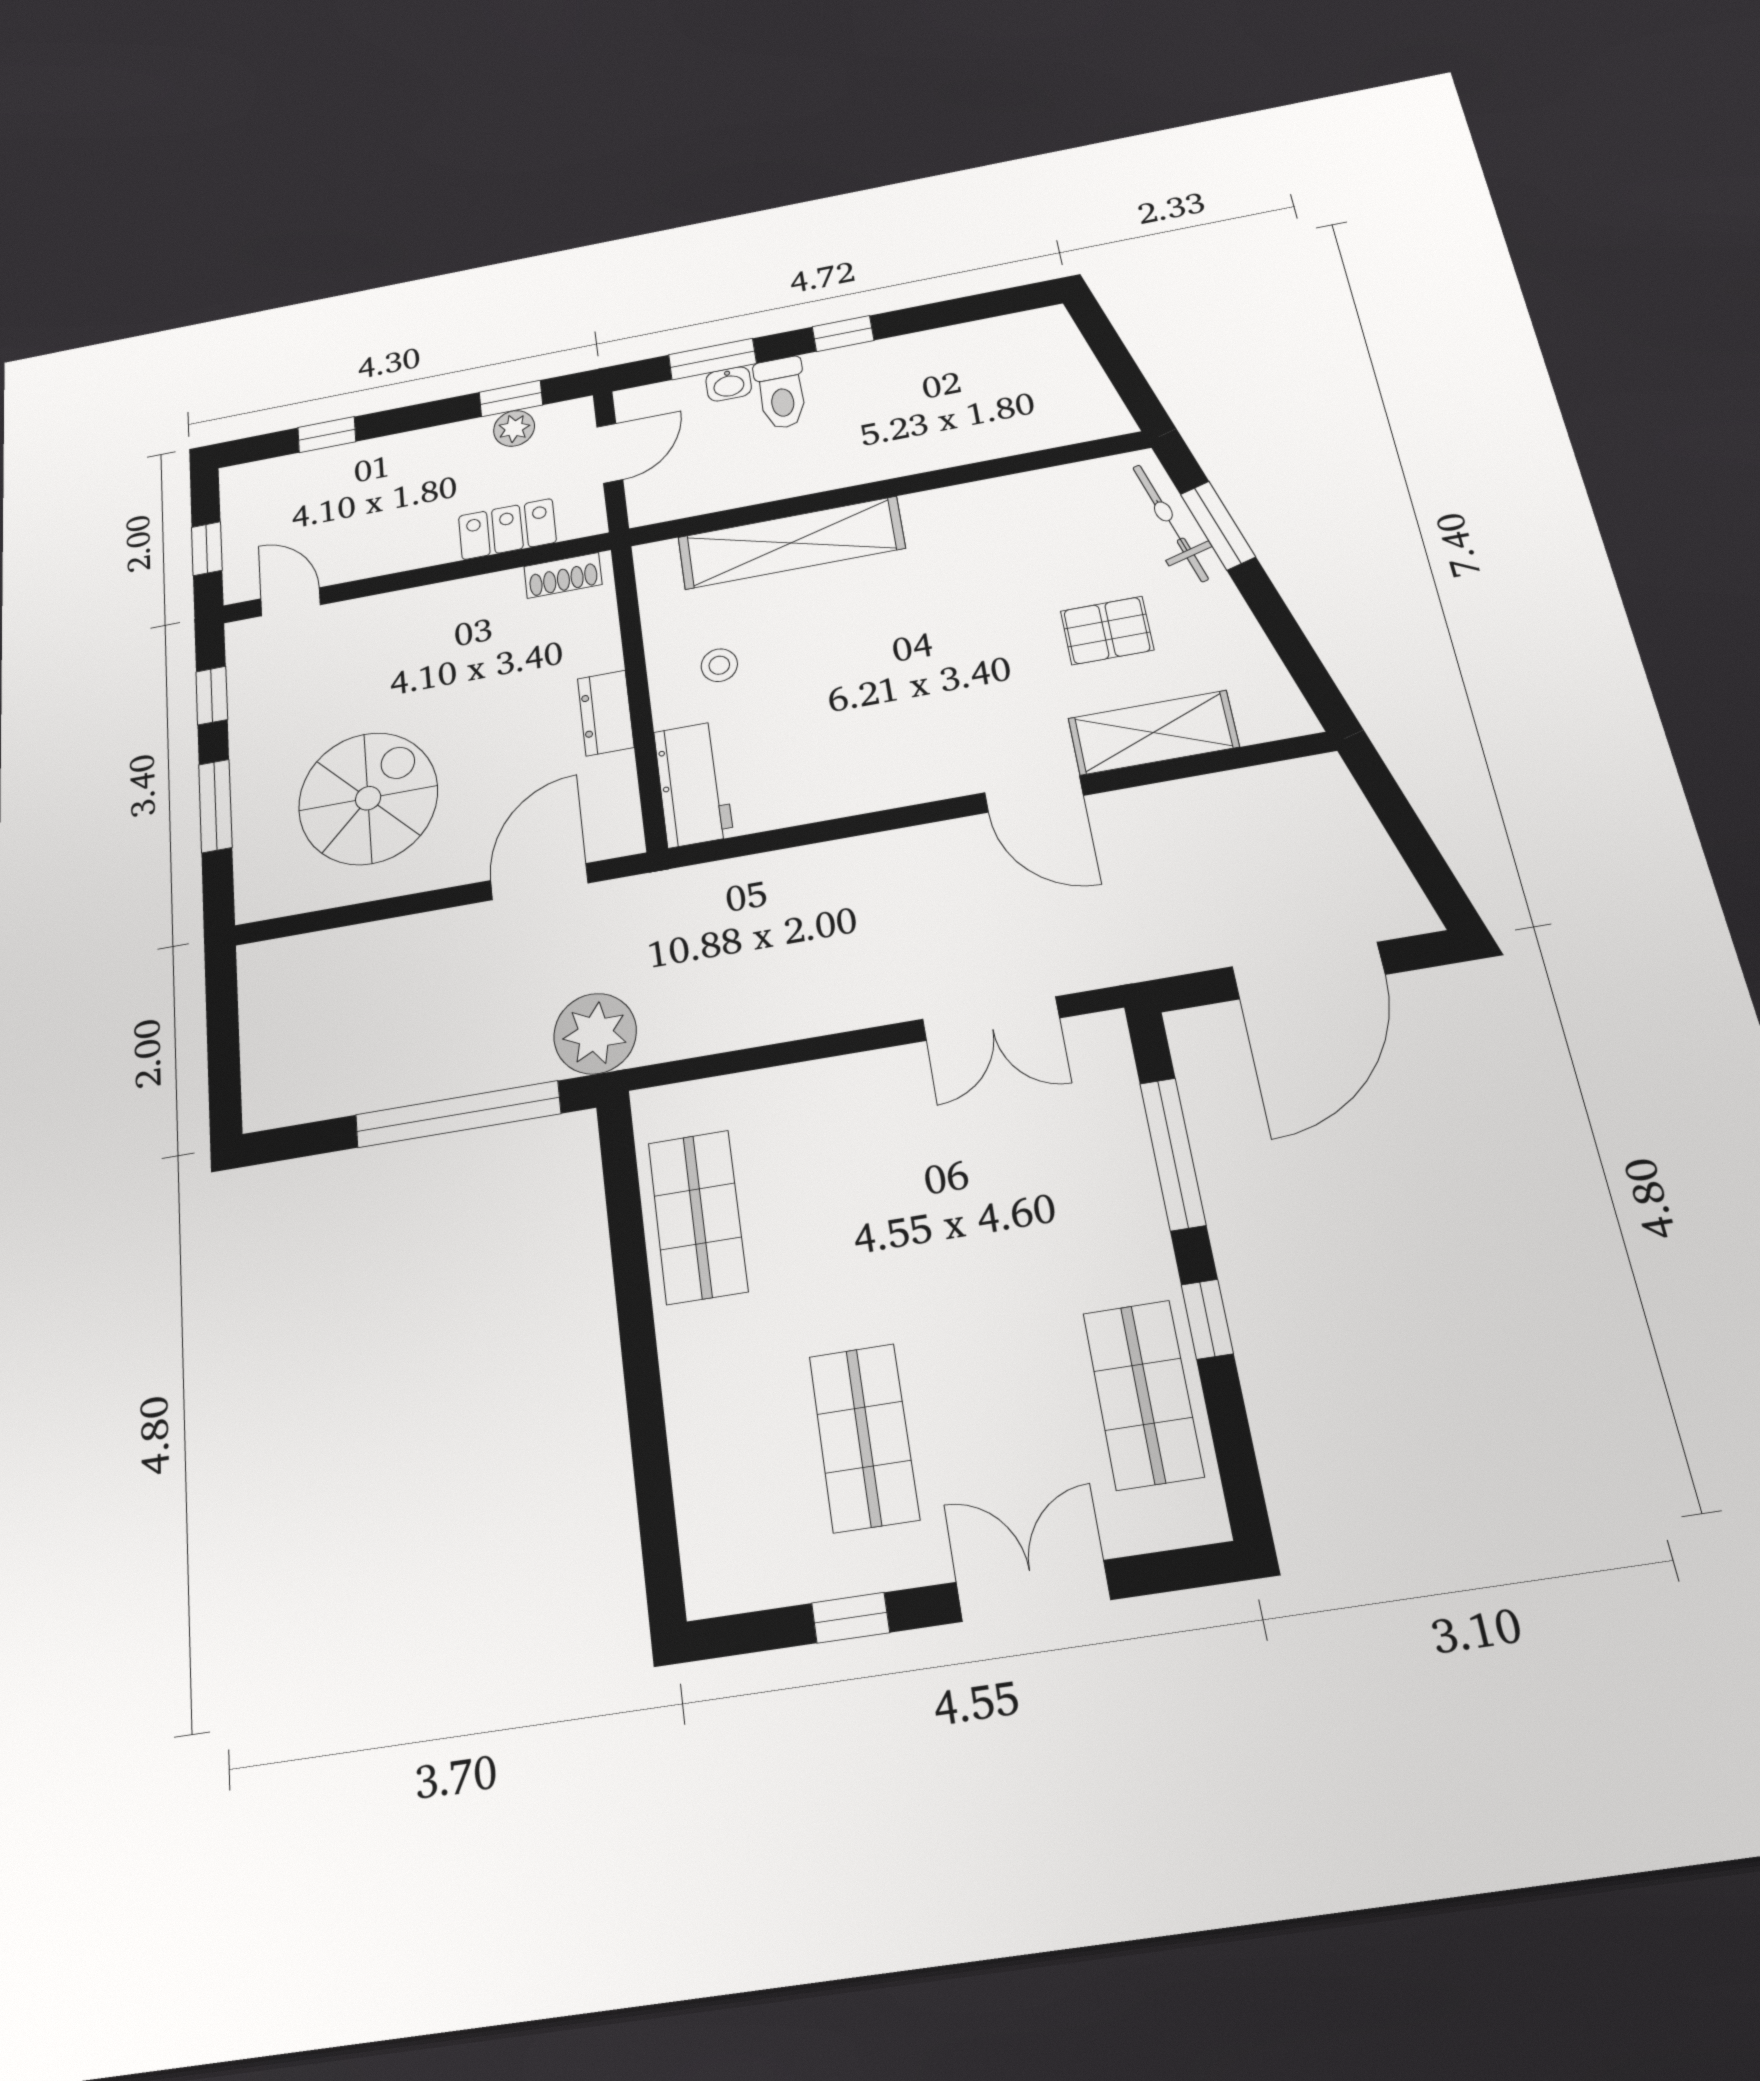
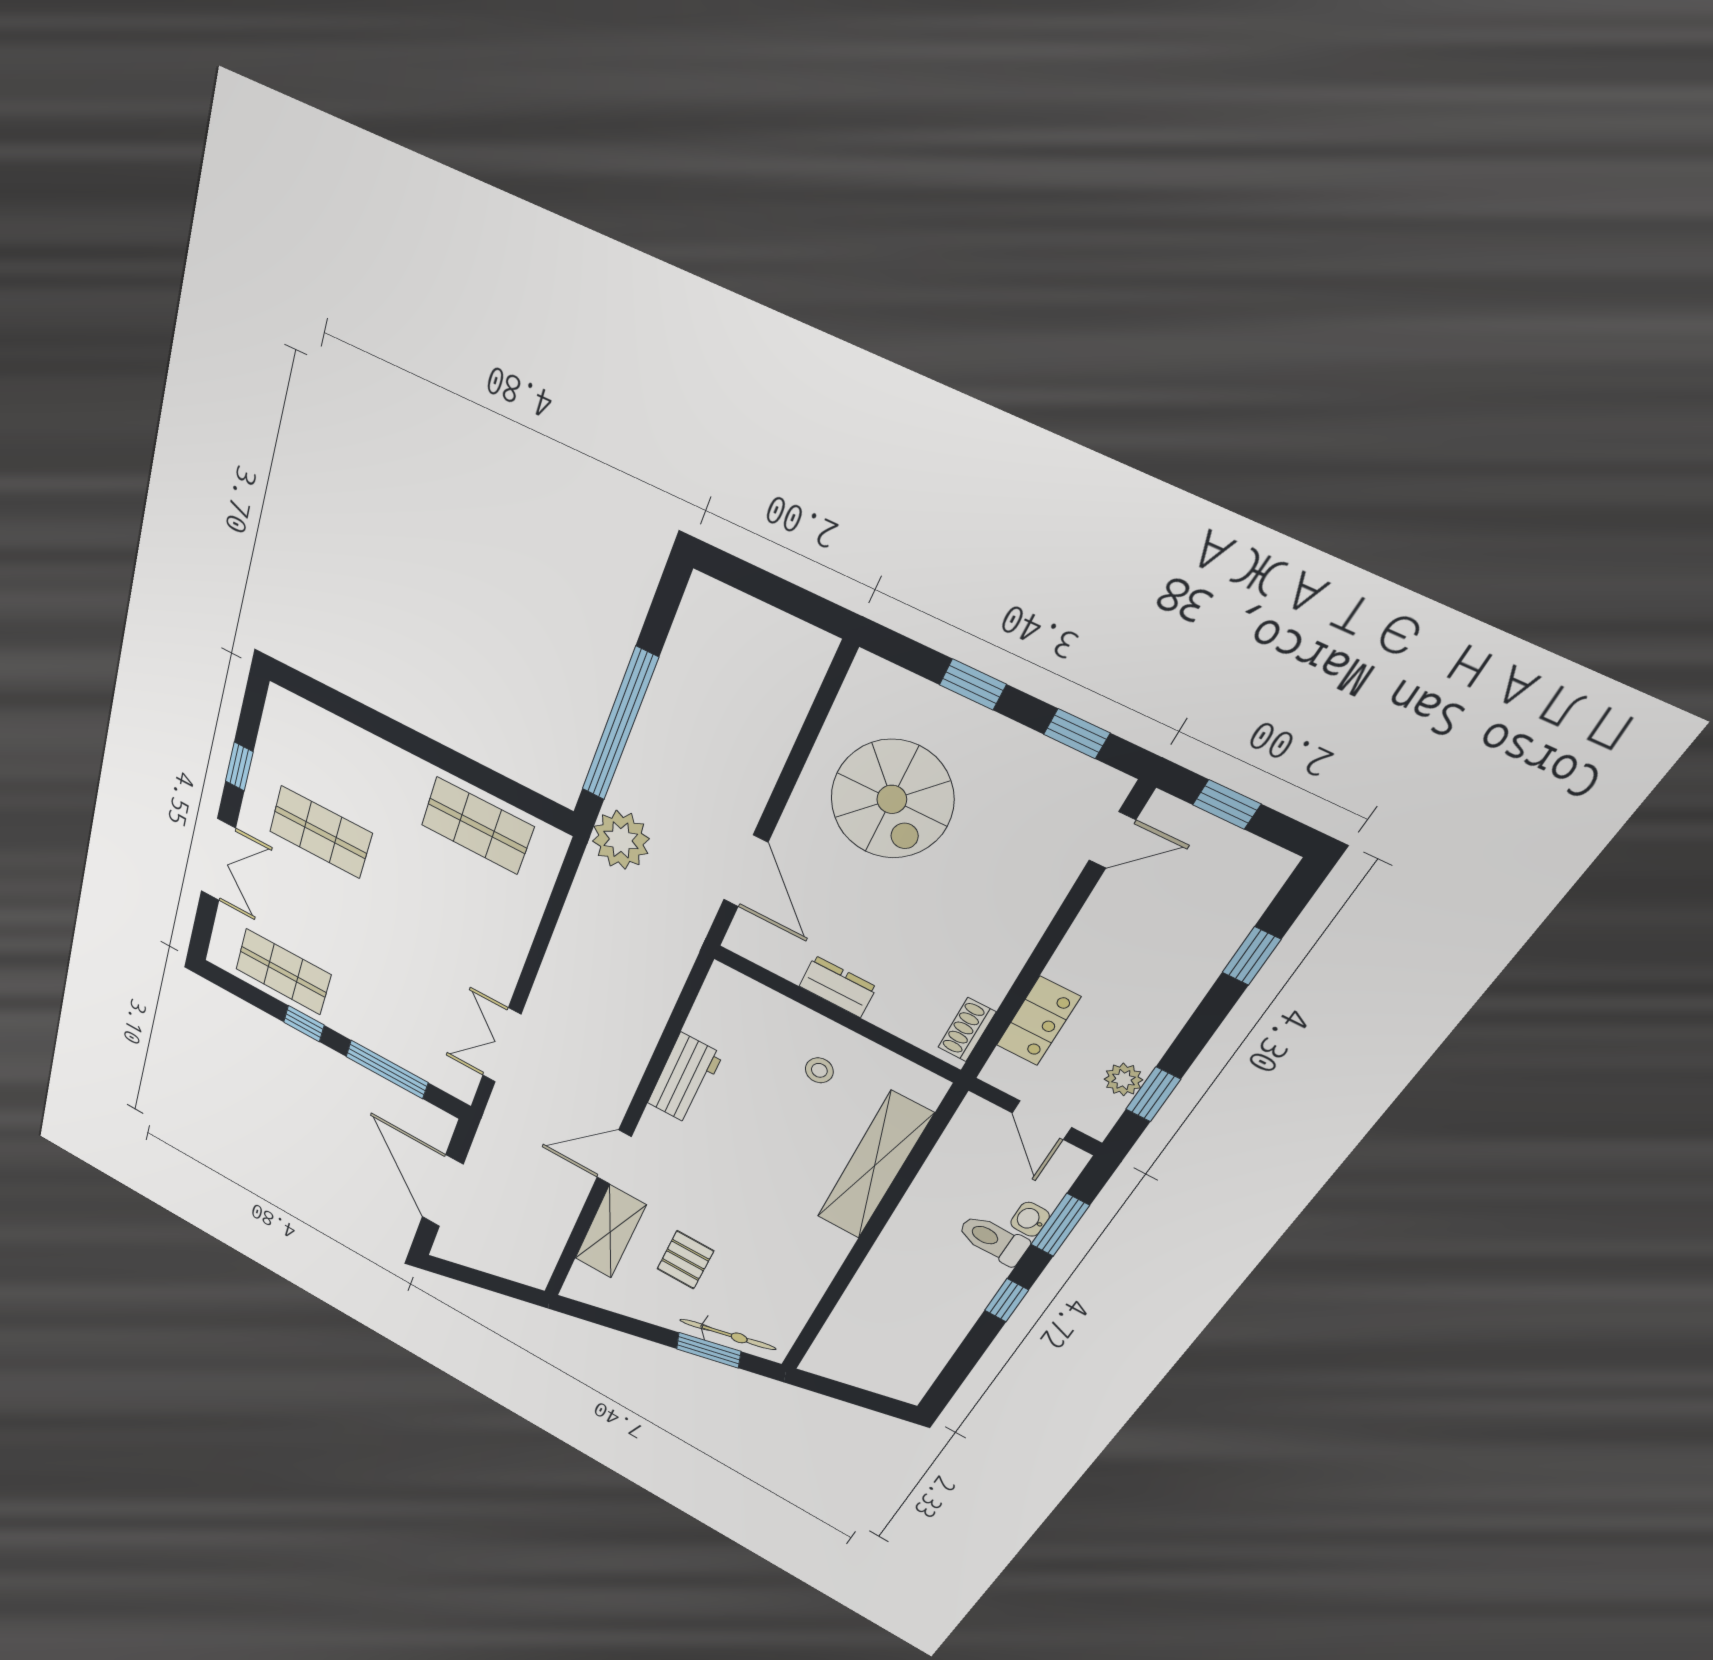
workbench: (693, 784) -> (685, 1079), moved, turned -90
window: (215, 806) -> (973, 684), width x0.67

